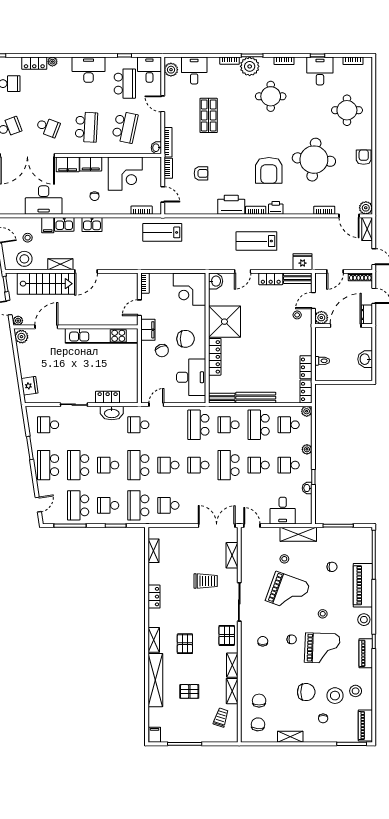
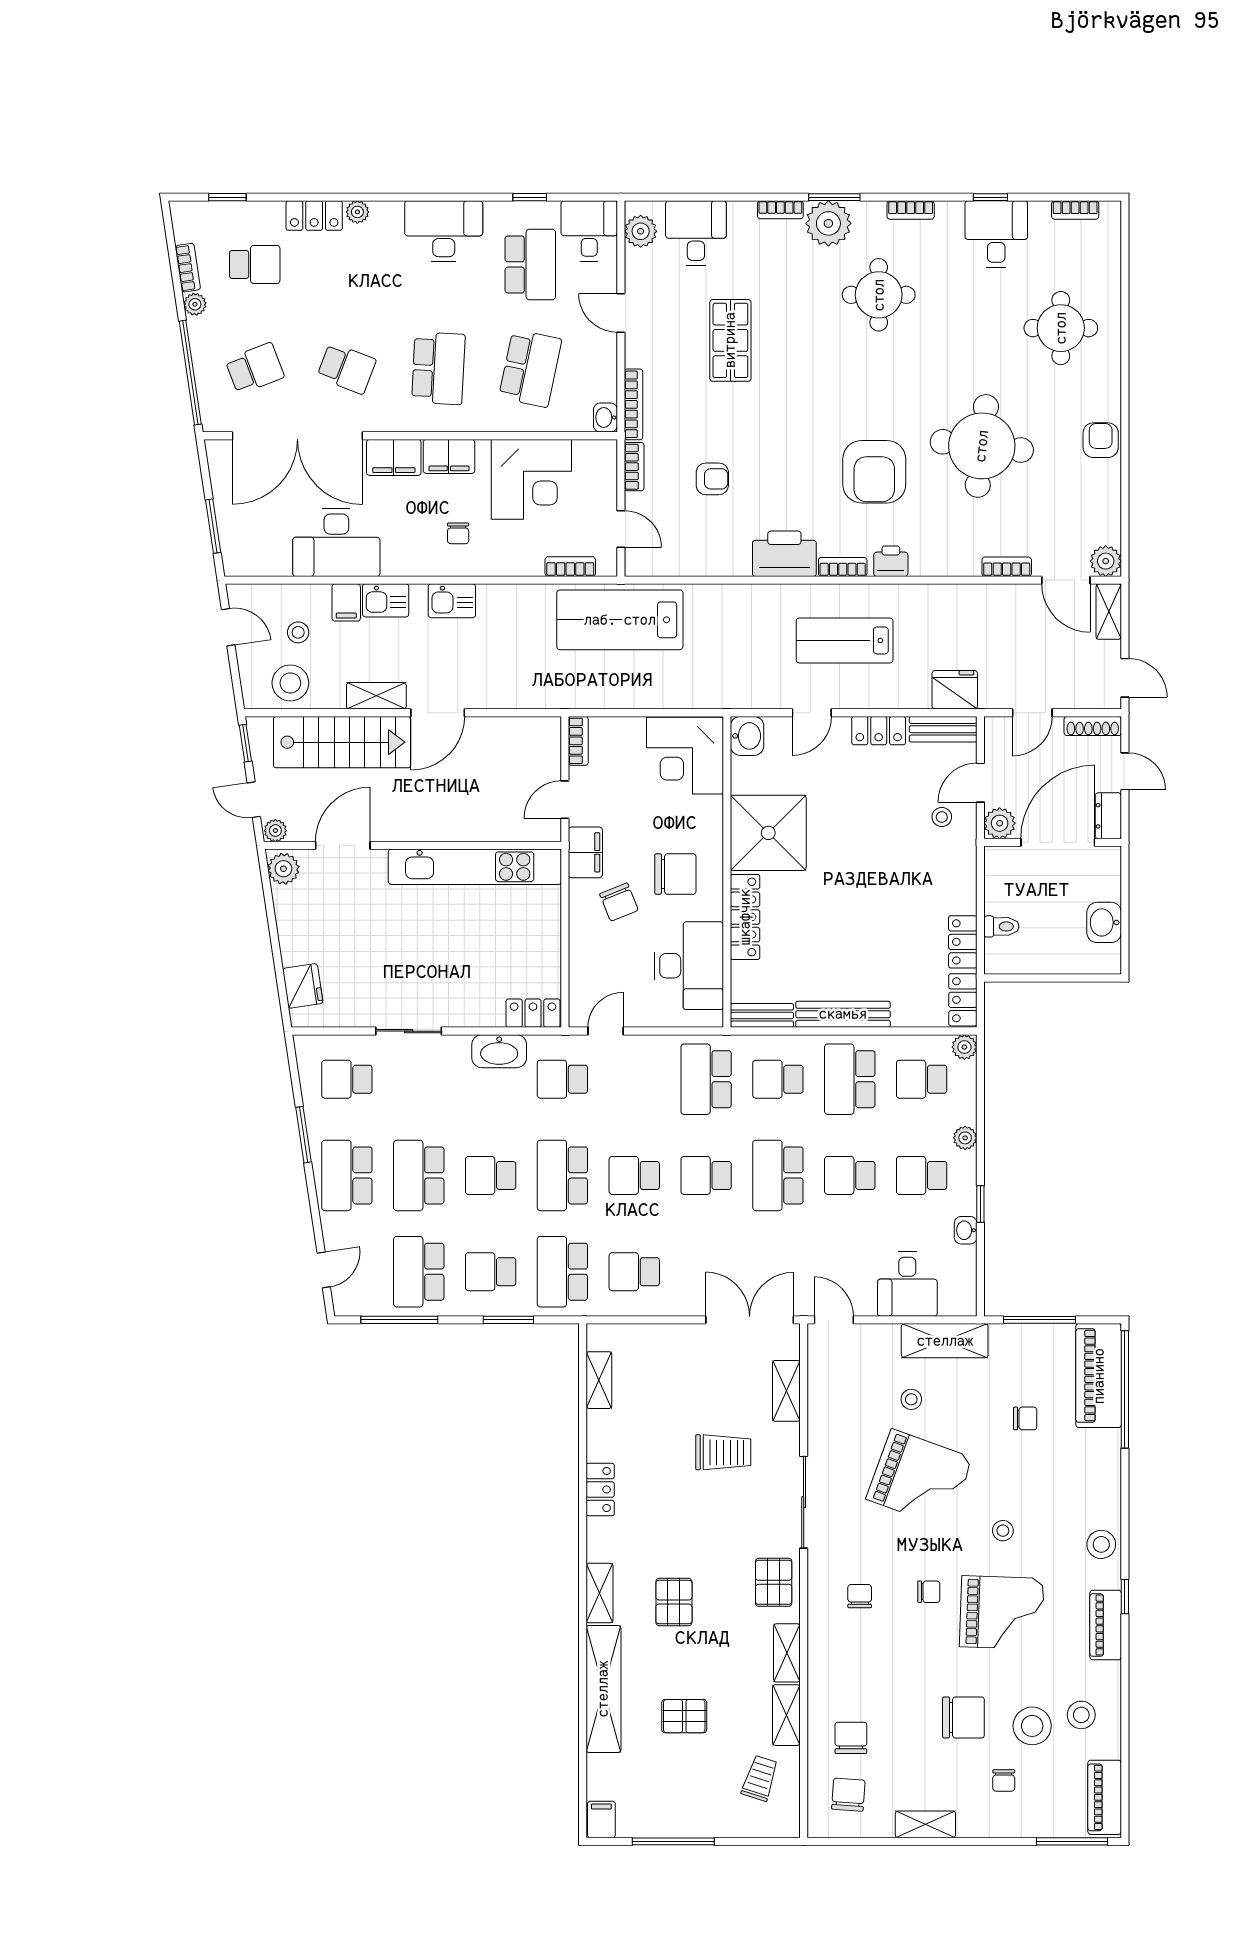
lab bench: (162, 232) -> (620, 620), width x1.36, depth x1.39
locker: (108, 397) -> (533, 1013), moved
piano: (363, 585) -> (1099, 1376), moved

